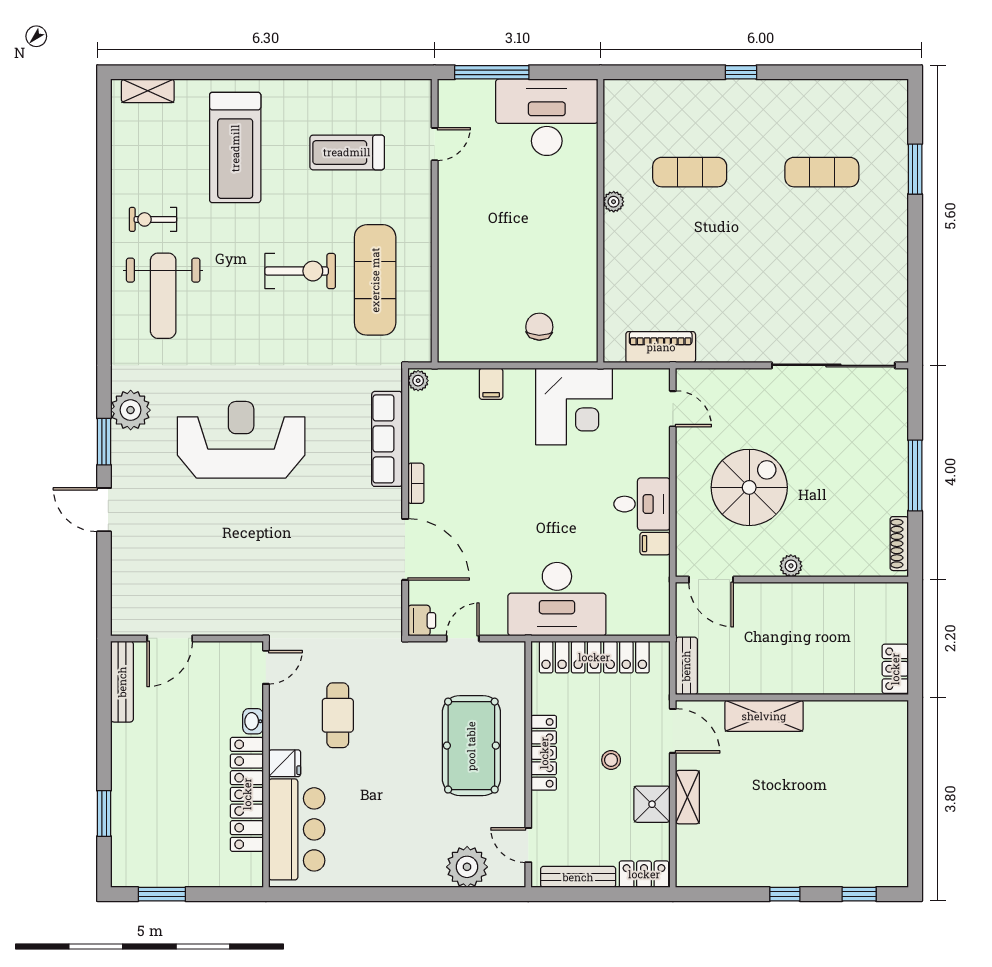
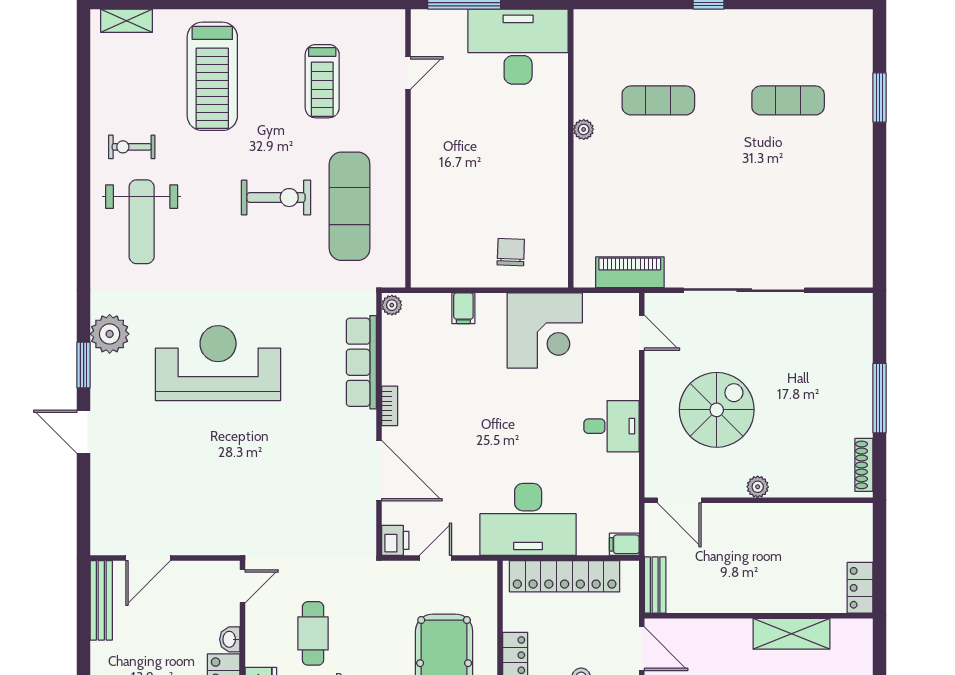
treadmill: (347, 152) -> (322, 81), turned -90
sliding door: (833, 365) -> (744, 290), moved
filing cabinet: (655, 544) -> (624, 544), moved
shelving: (764, 716) -> (791, 634), moved

